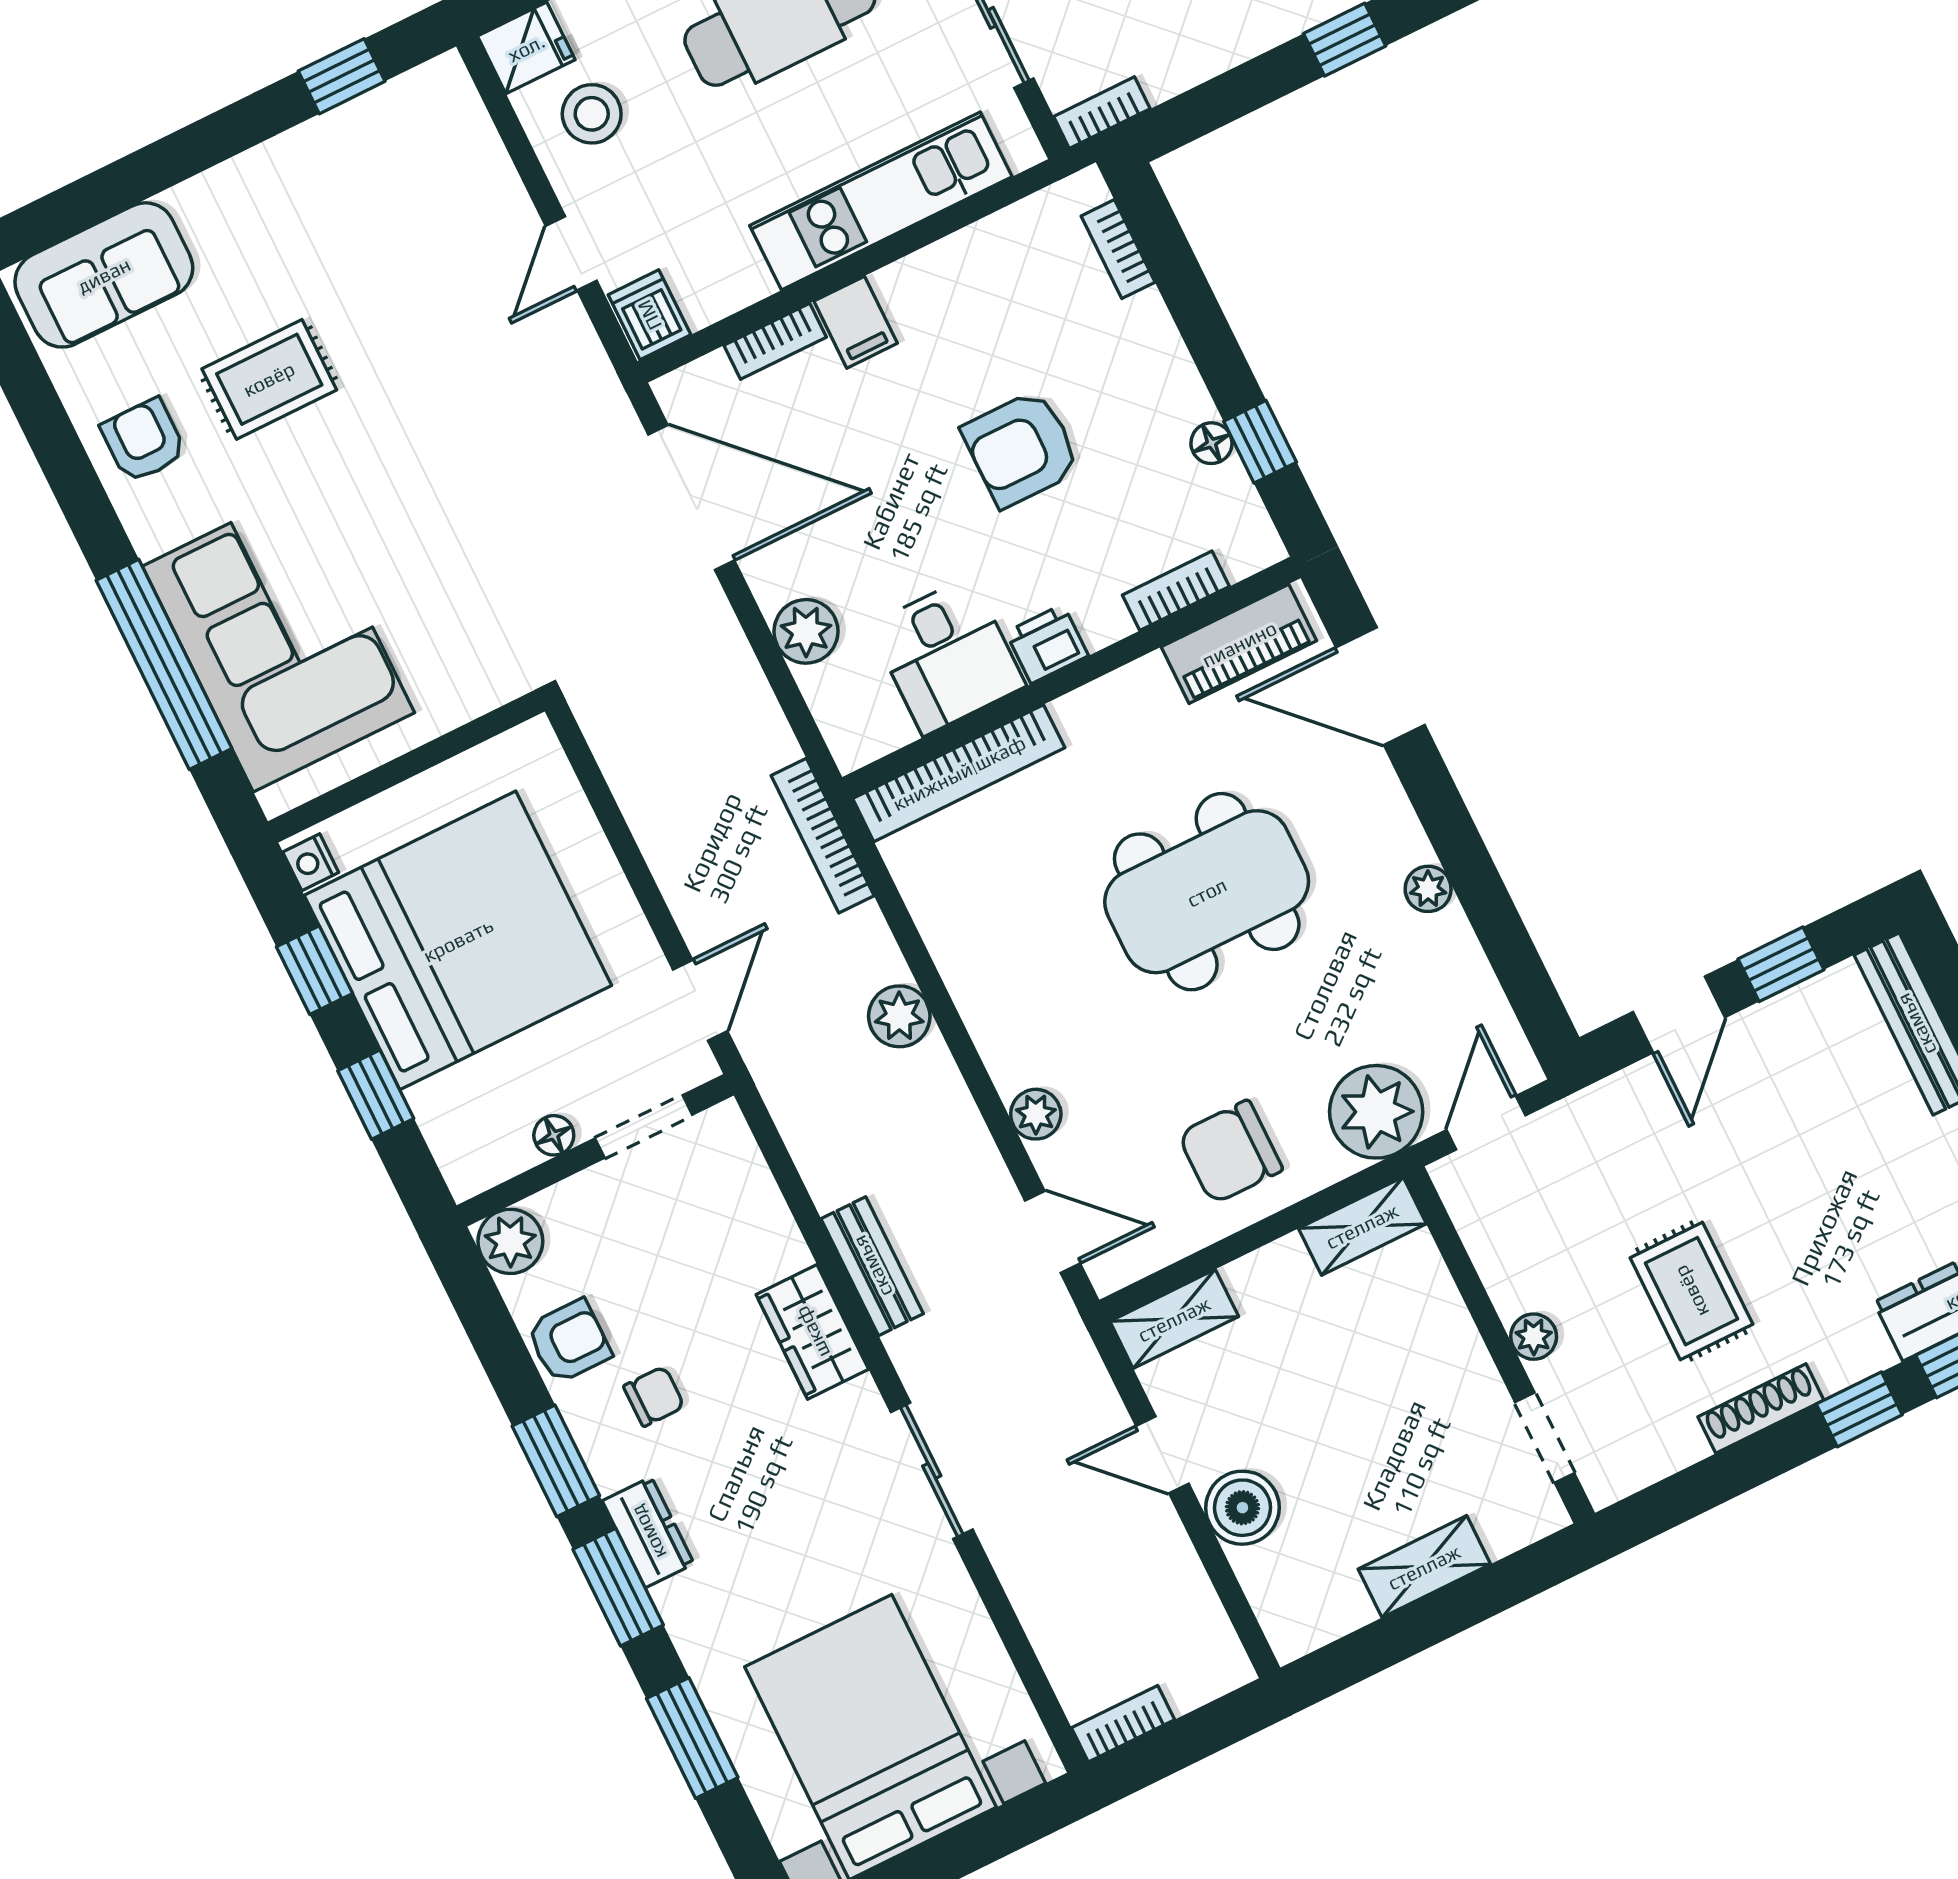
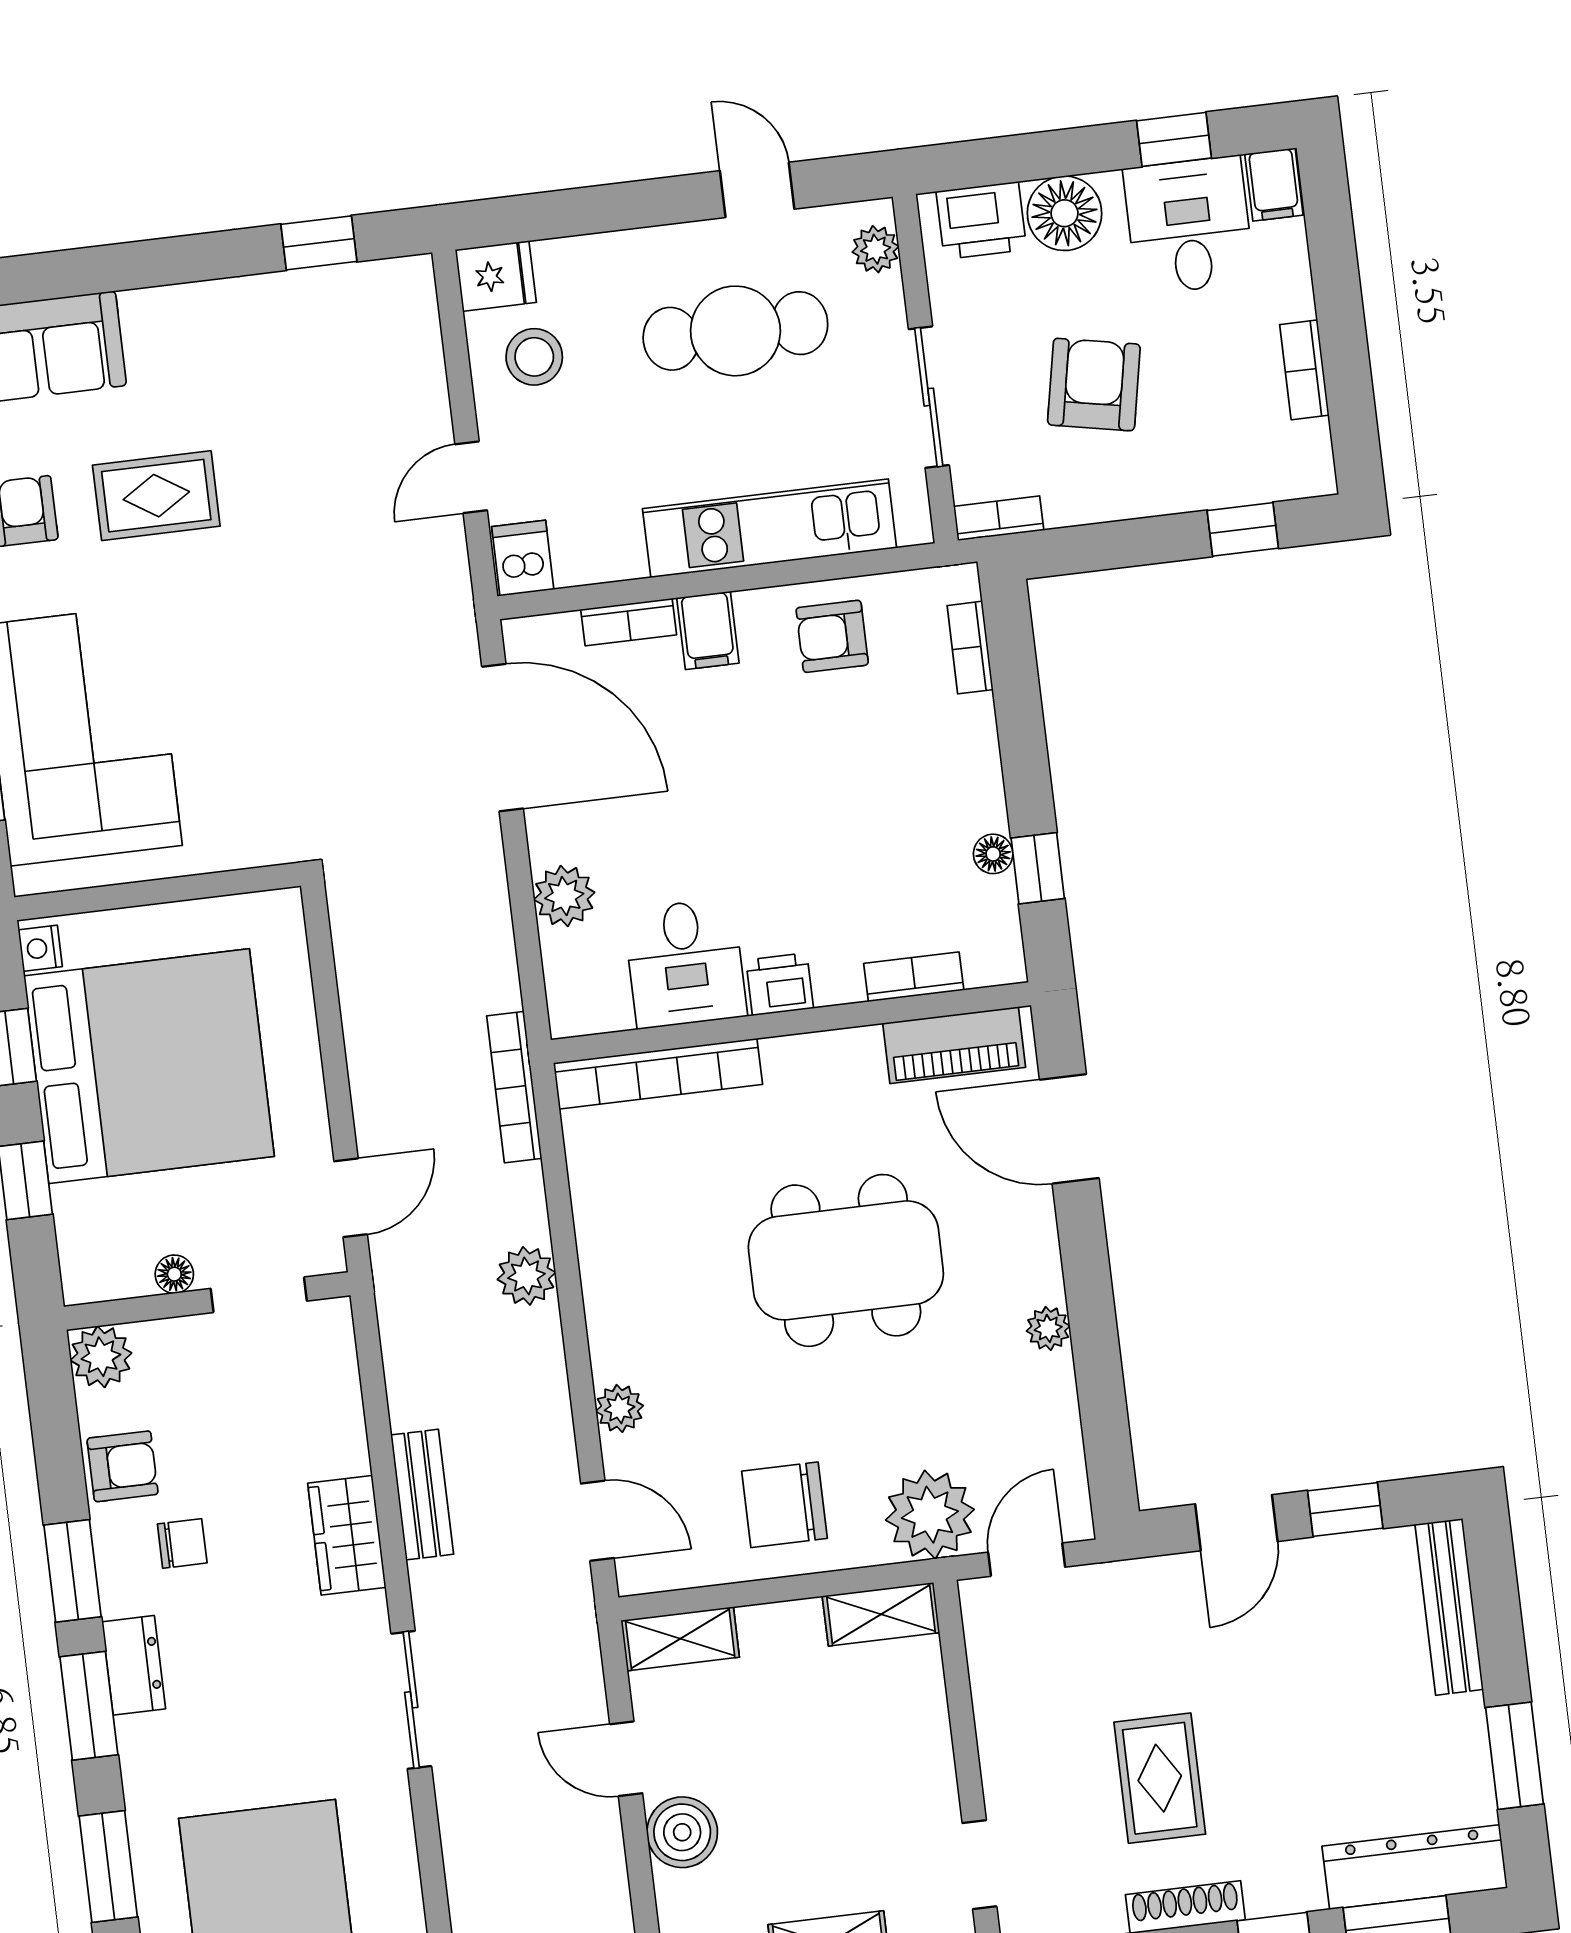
armchair: (1021, 449) -> (832, 636), moved, width x0.72, depth x0.72
plant: (1534, 1337) -> (1002, 1769), removed

